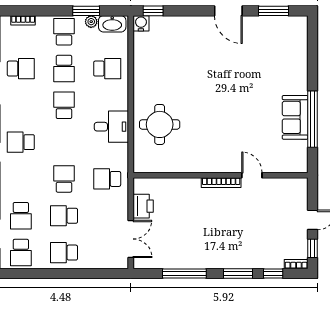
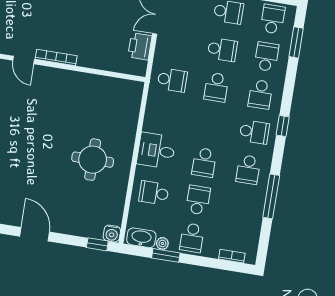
door: (228, 11) -> (35, 234), moved
school desk: (21, 69) -> (248, 170), moved, turned -90
round table: (160, 124) -> (93, 160), moved
desk: (111, 127) -> (156, 151), moved
school desk: (21, 179) -> (260, 94), added

